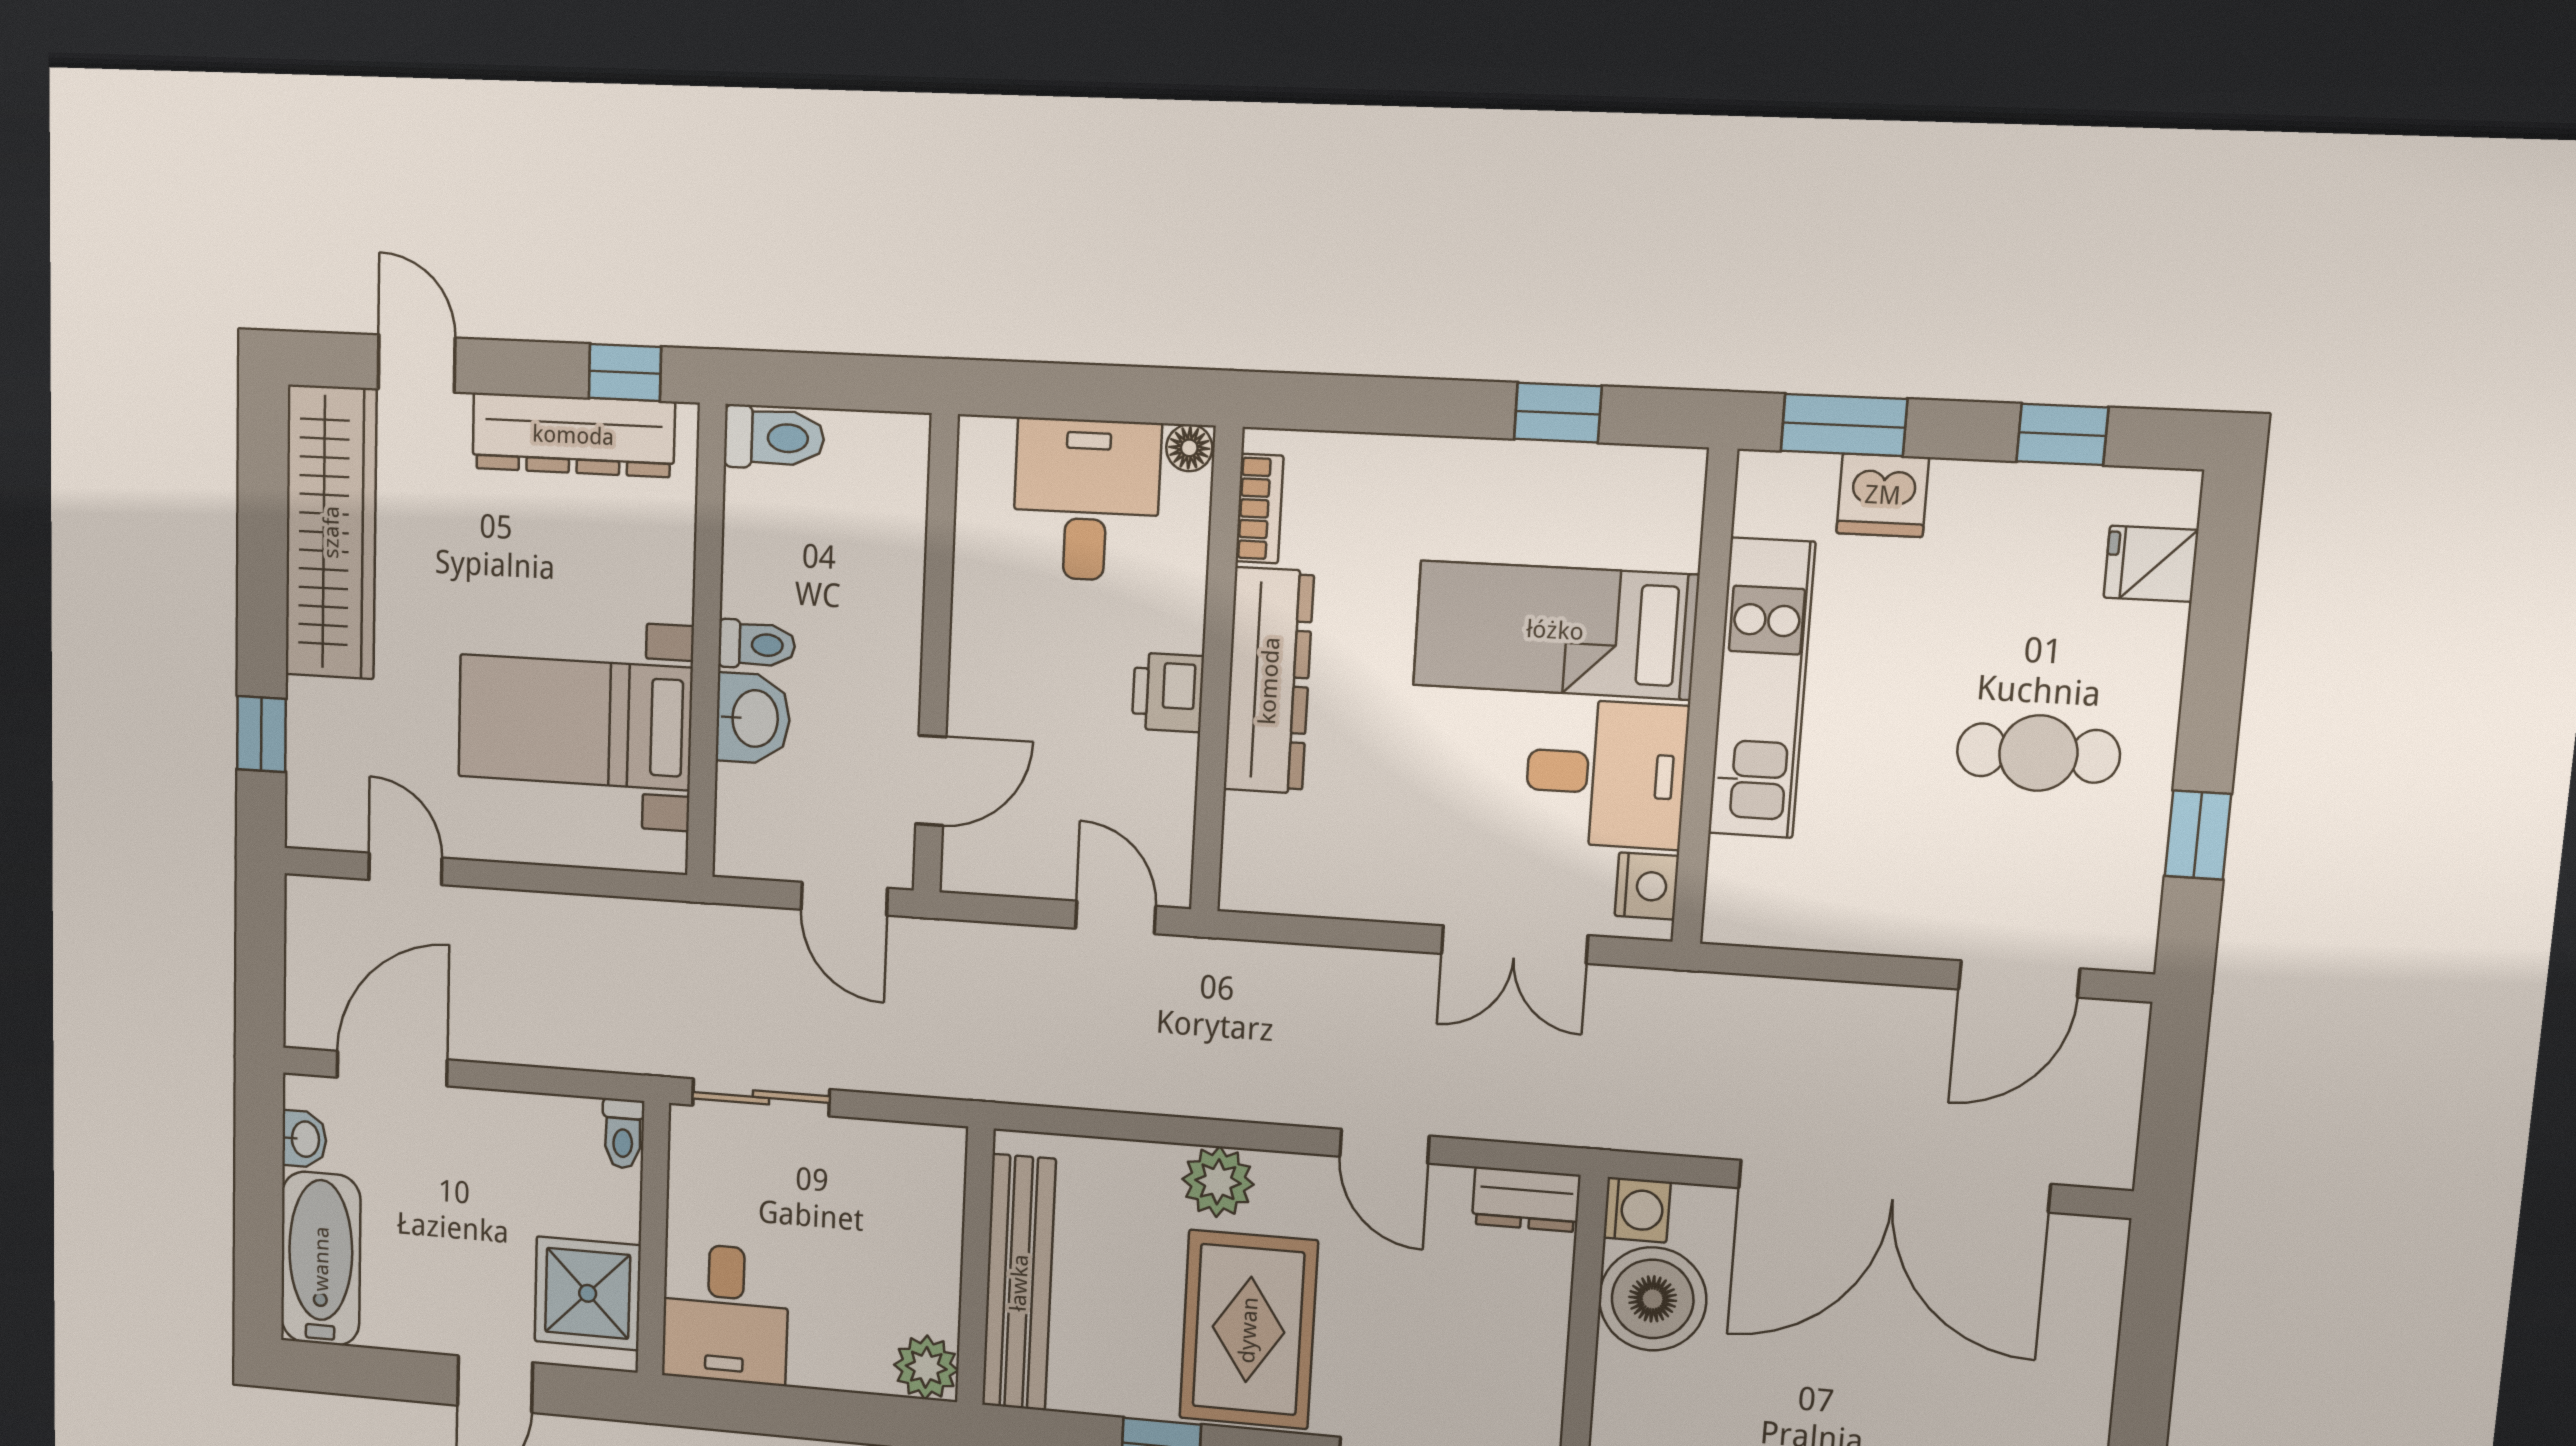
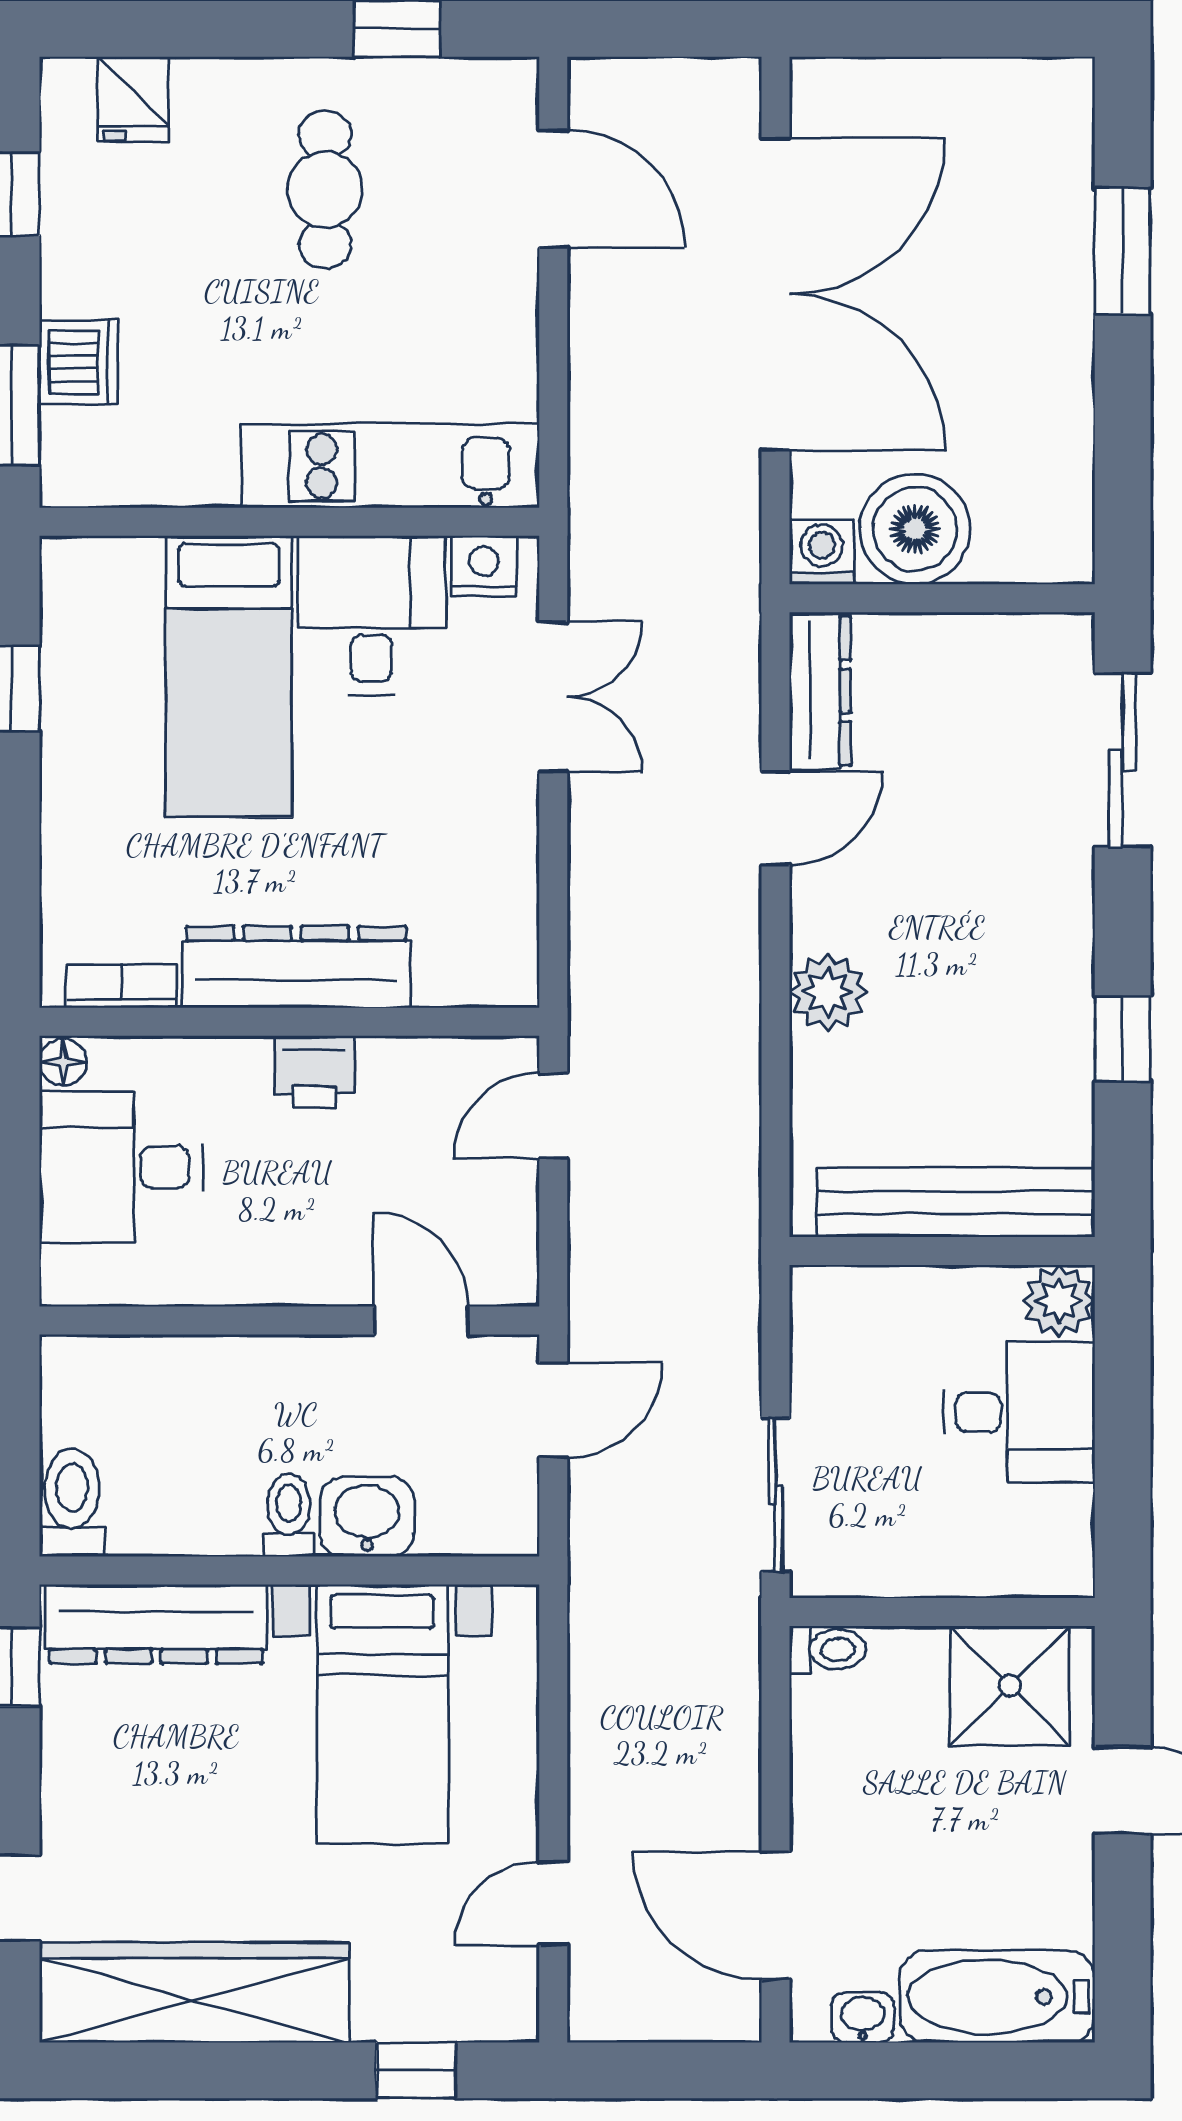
dresser: (573, 435) -> (156, 1624), moved, turned 90
kitchen unit: (1762, 688) -> (390, 466), moved
dresser: (1526, 1199) -> (820, 691), width x1.44
desk: (725, 1314) -> (1019, 1412), moved
rug: (1248, 1330) -> (985, 951), removed

